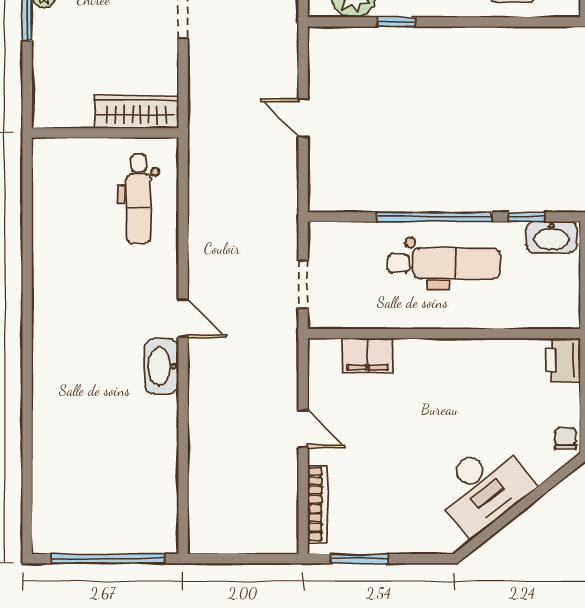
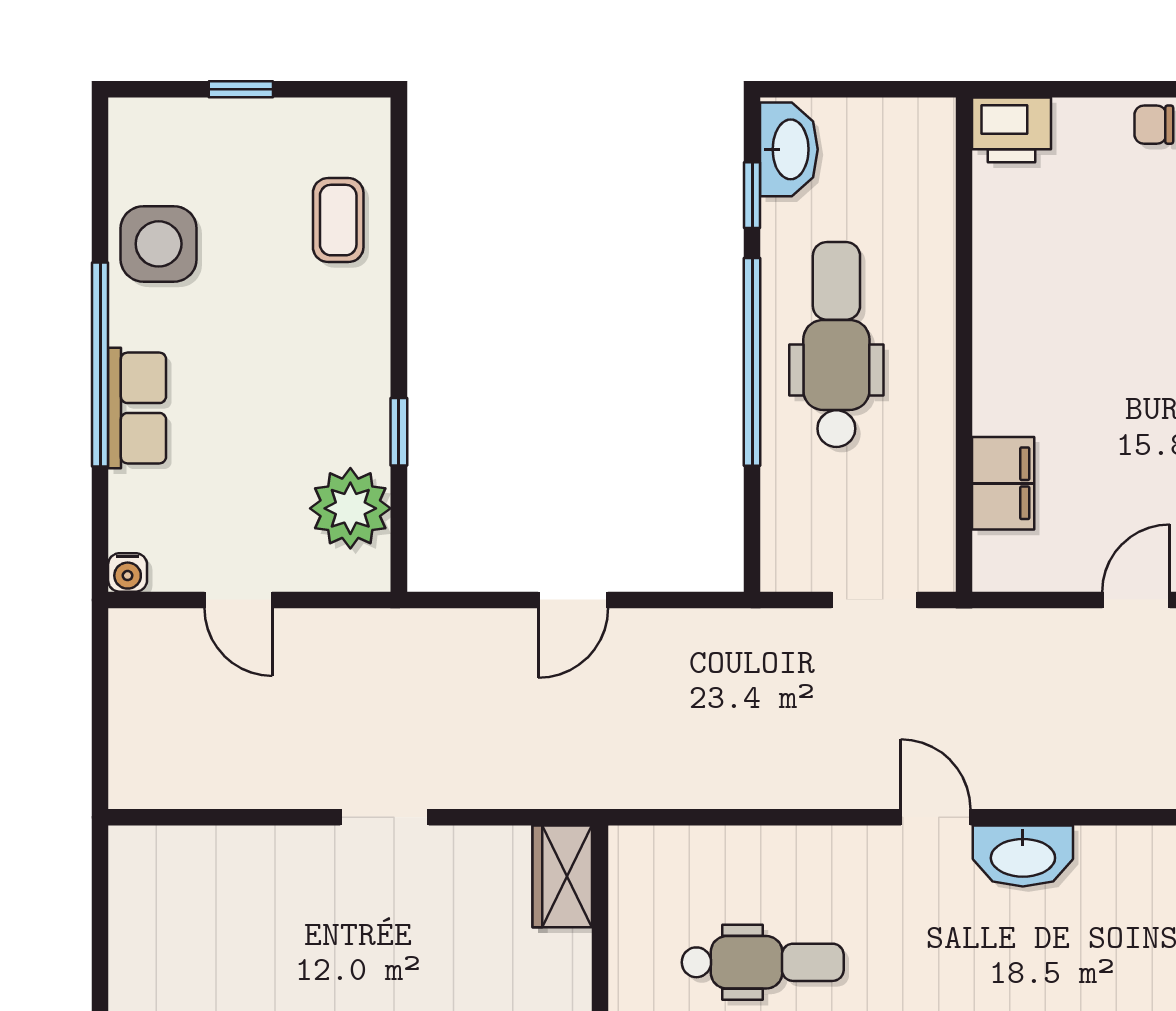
wardrobe: (136, 112) -> (562, 876), width x0.67
dental chair: (138, 199) -> (763, 962), moved
door: (183, 318) -> (936, 817), hinge flipped

